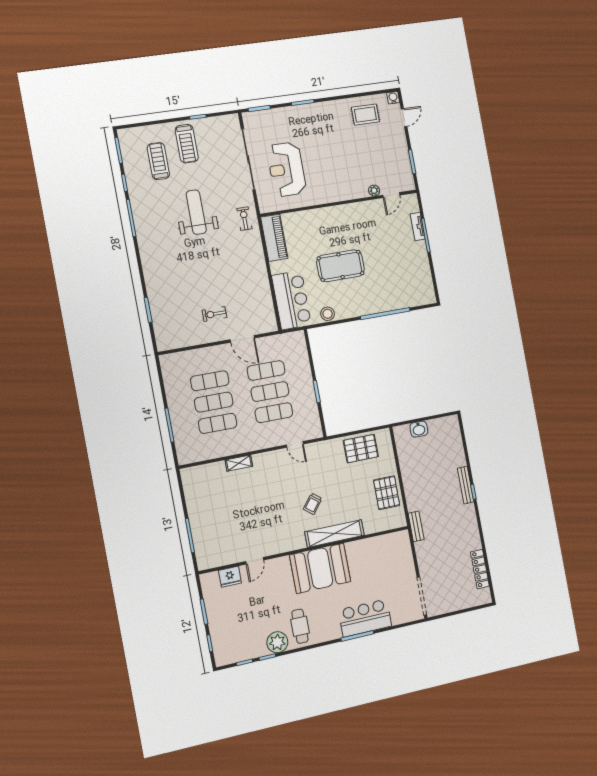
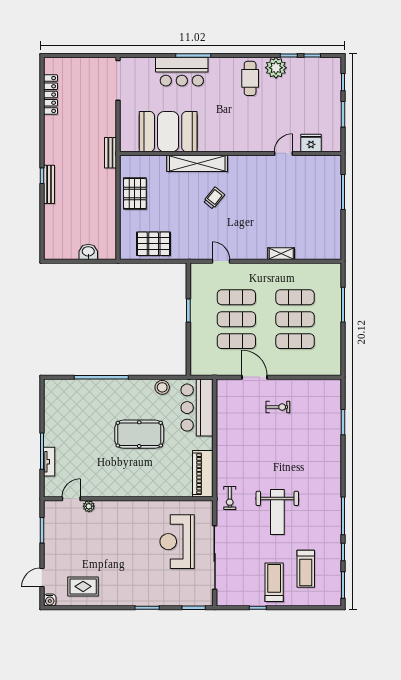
reception desk: (286, 169) -> (177, 542), turned 180
booth: (320, 568) -> (168, 132), moved

